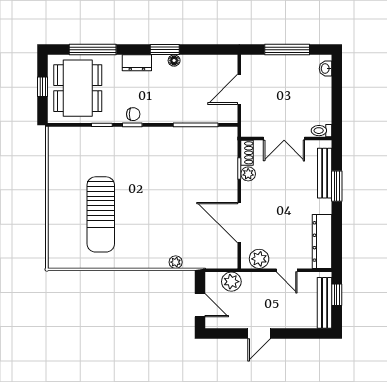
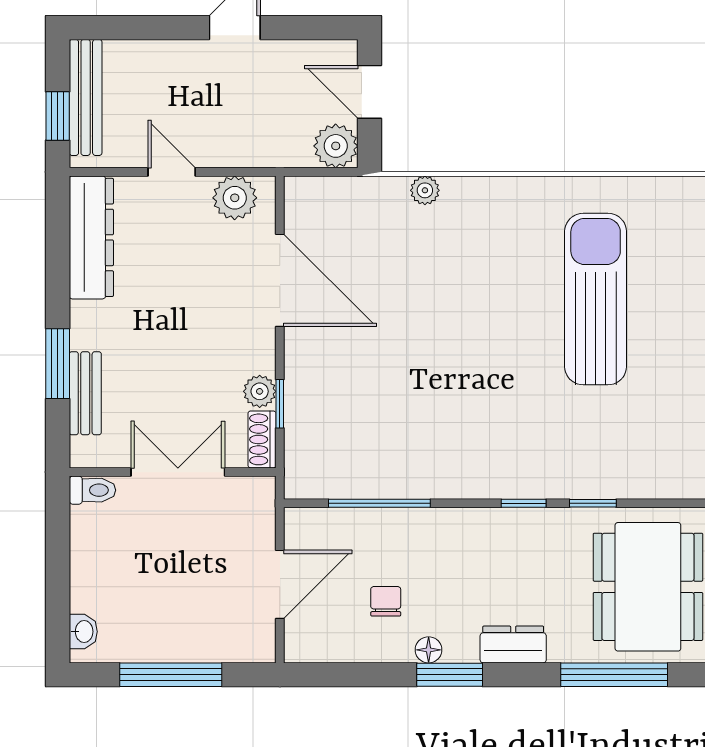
chair: (133, 114) -> (386, 601), moved, turned 90
bench: (325, 173) -> (85, 393), width x0.73
plant: (231, 282) -> (336, 146), moved

